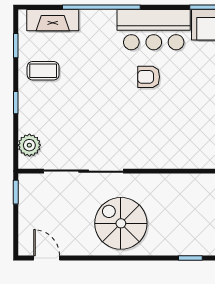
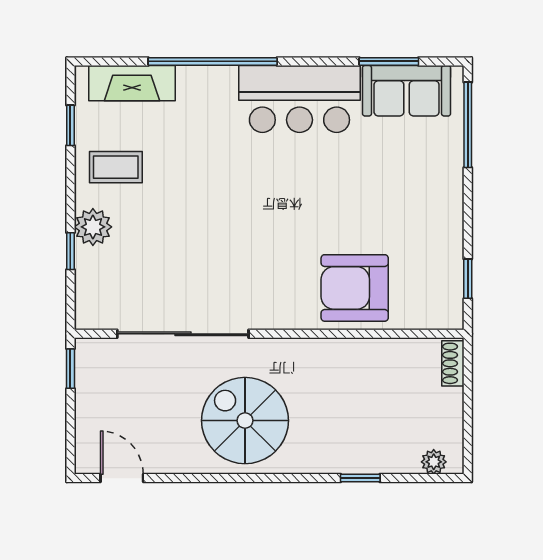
armchair: (149, 77) -> (355, 288), moved, width x1.88, depth x1.88
window: (16, 103) -> (70, 251), moved
plant: (29, 145) -> (93, 227), moved

